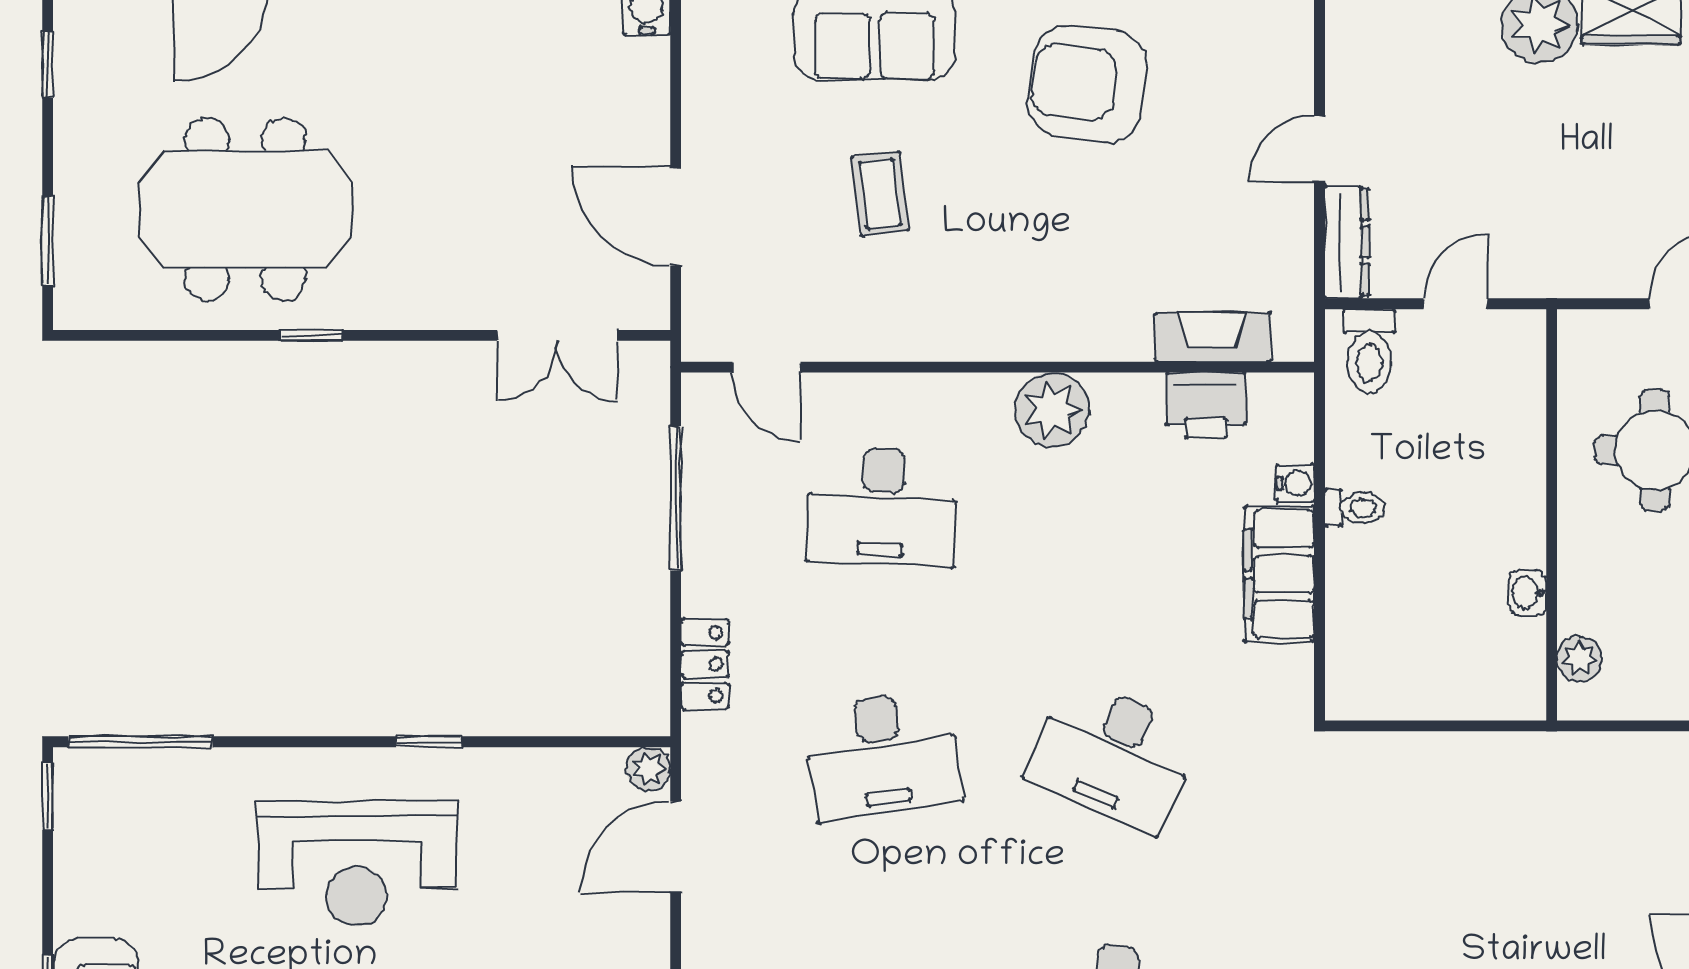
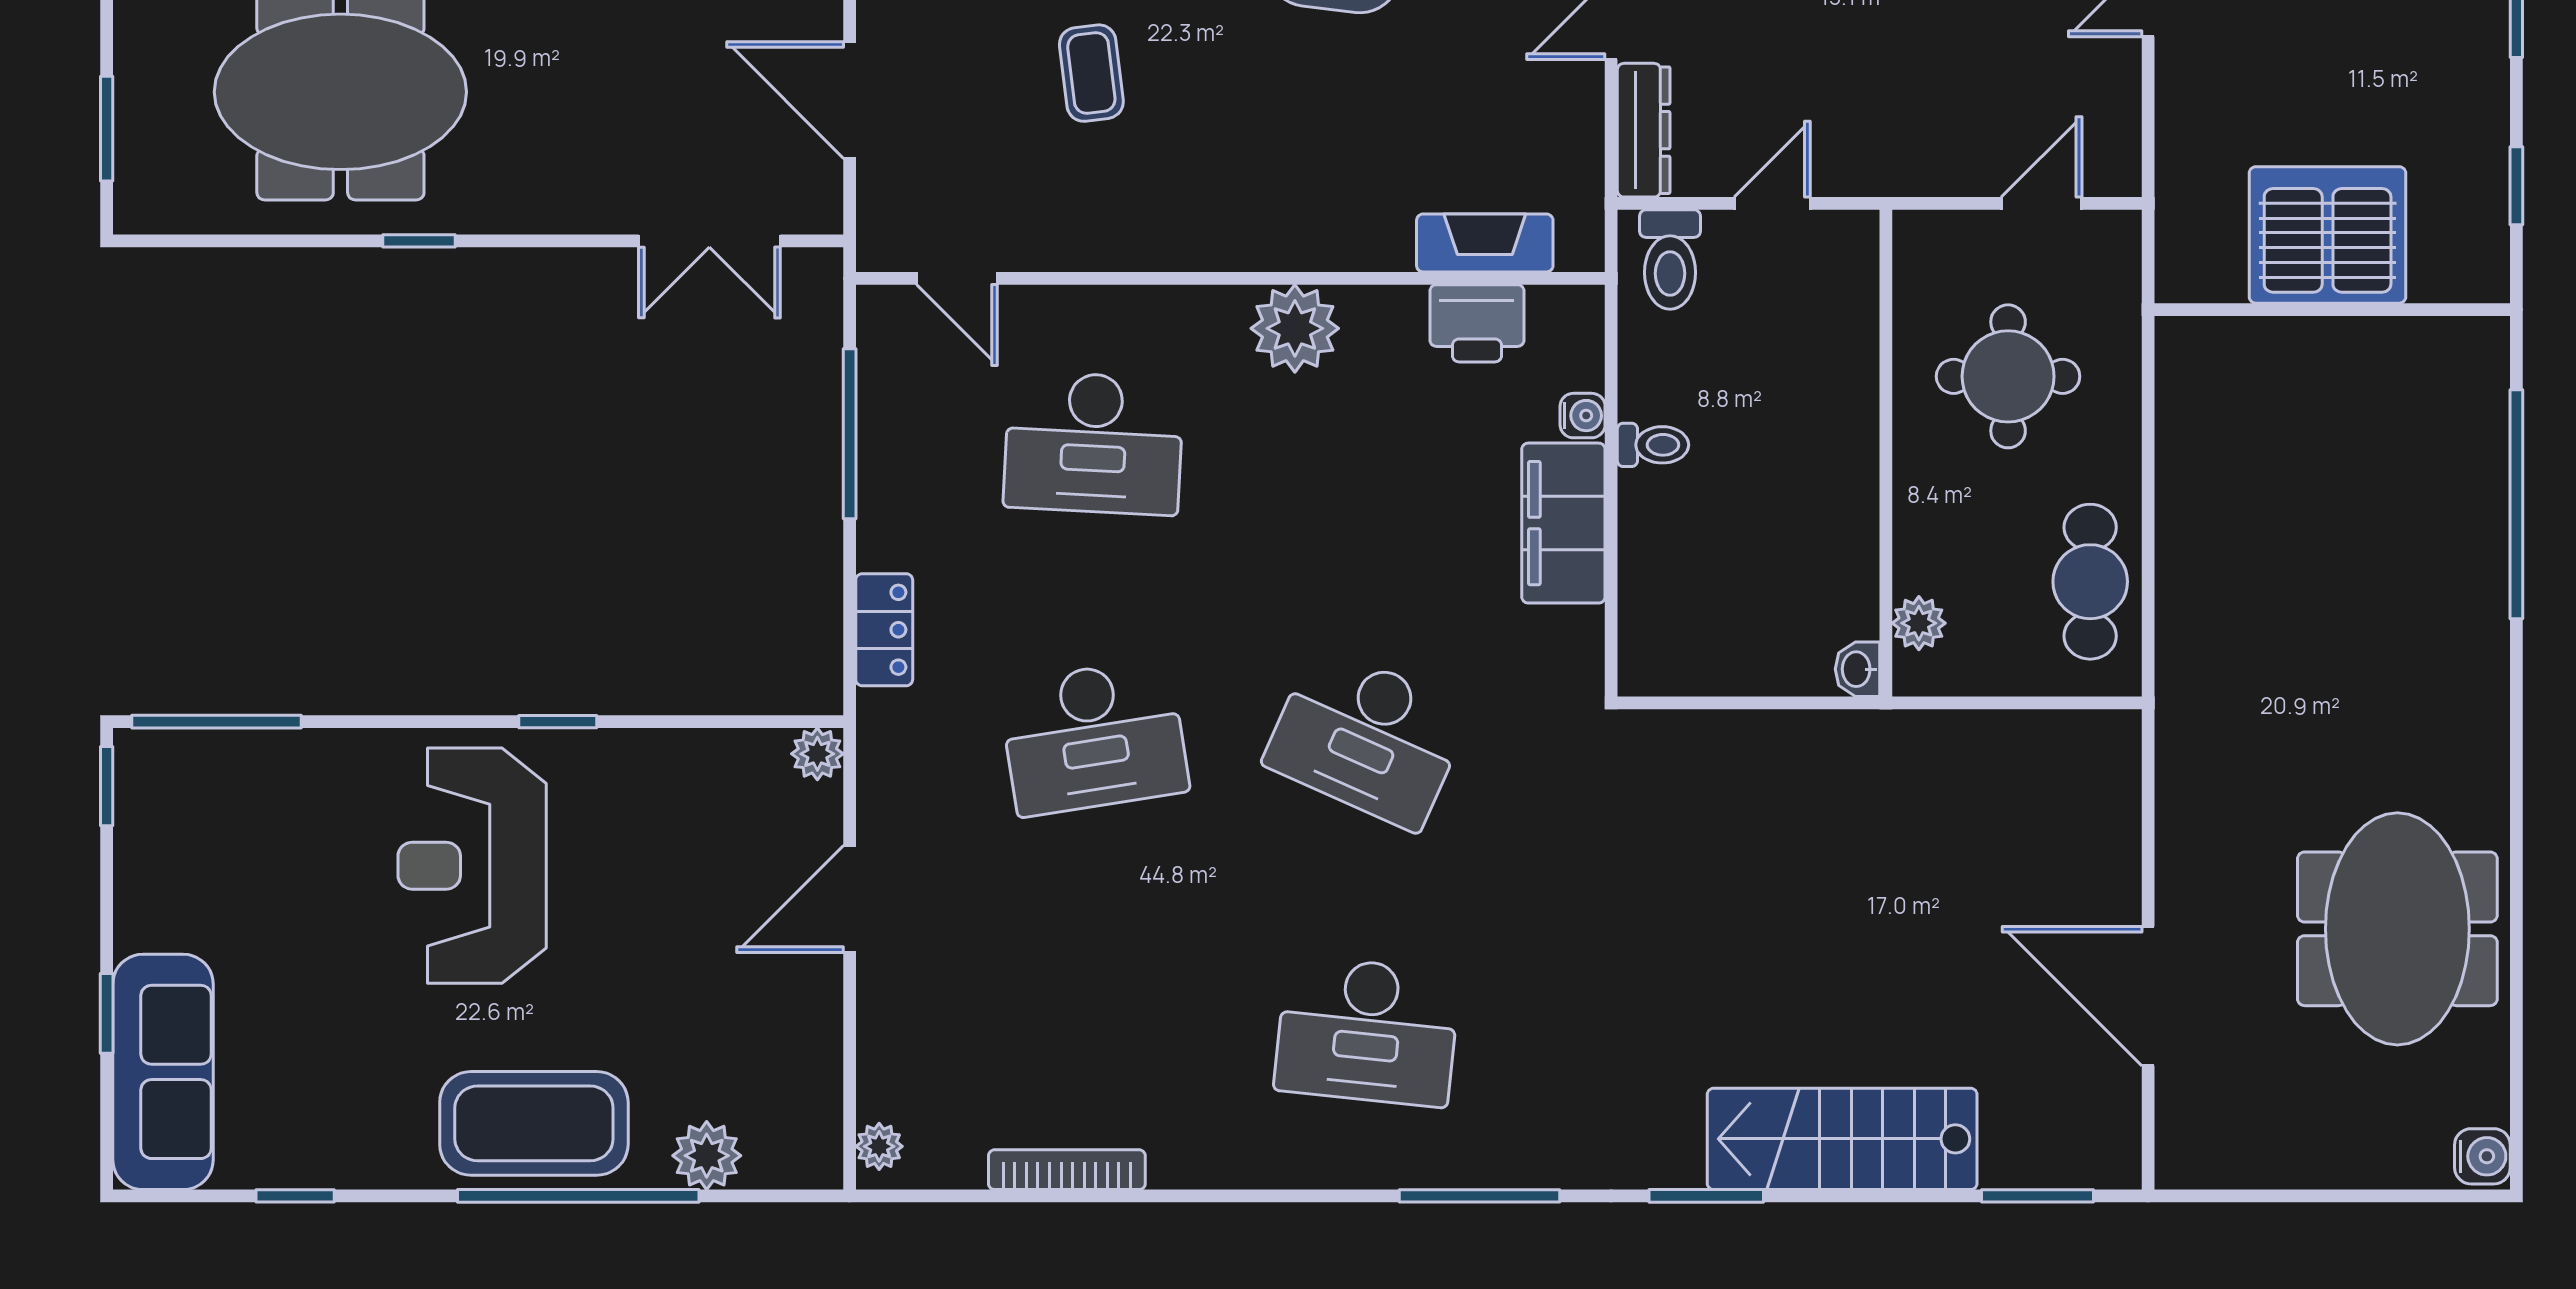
washbasin: (1528, 593) -> (1858, 669), moved
door: (676, 846) -> (850, 899), moved
reception desk: (357, 864) -> (472, 866), turned 90

